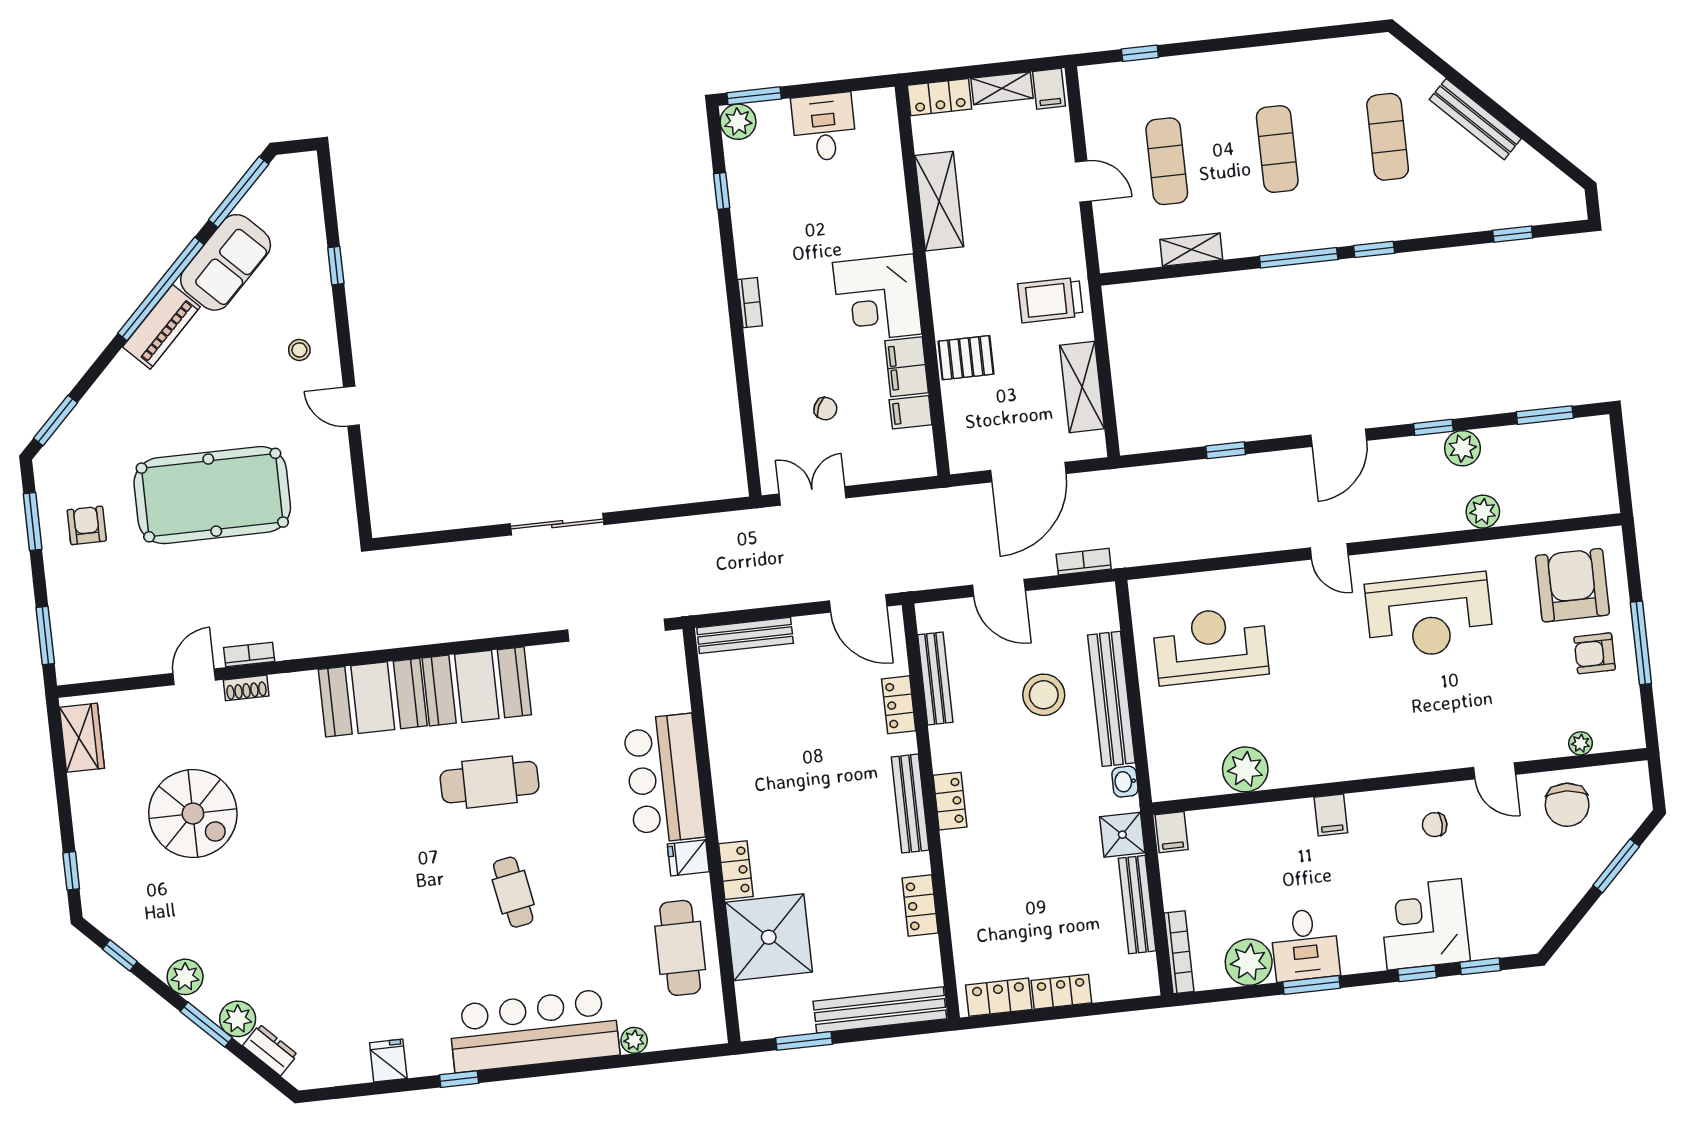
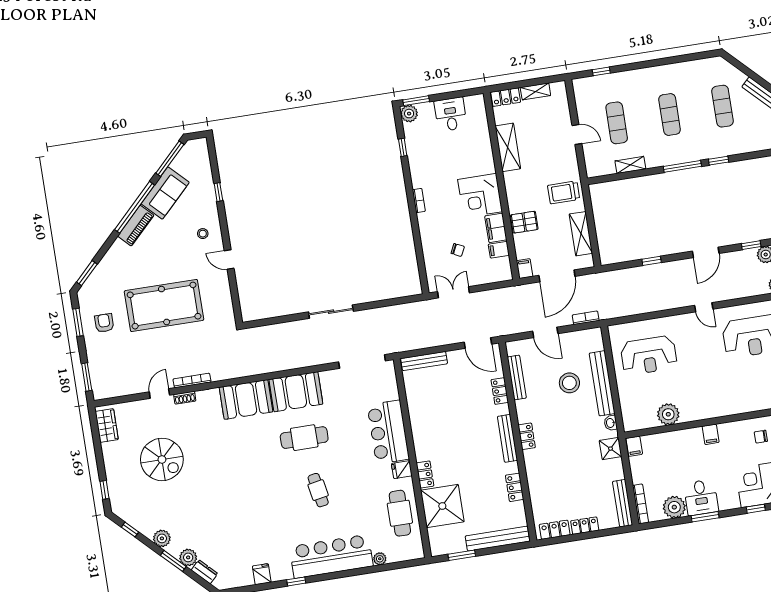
filing cabinet: (1049, 89) -> (525, 269), moved, turned 180
reception desk: (1211, 646) -> (649, 355), turned 180
bookcase: (249, 655) -> (192, 381), width x1.56
bench: (1137, 905) -> (623, 503), moved

